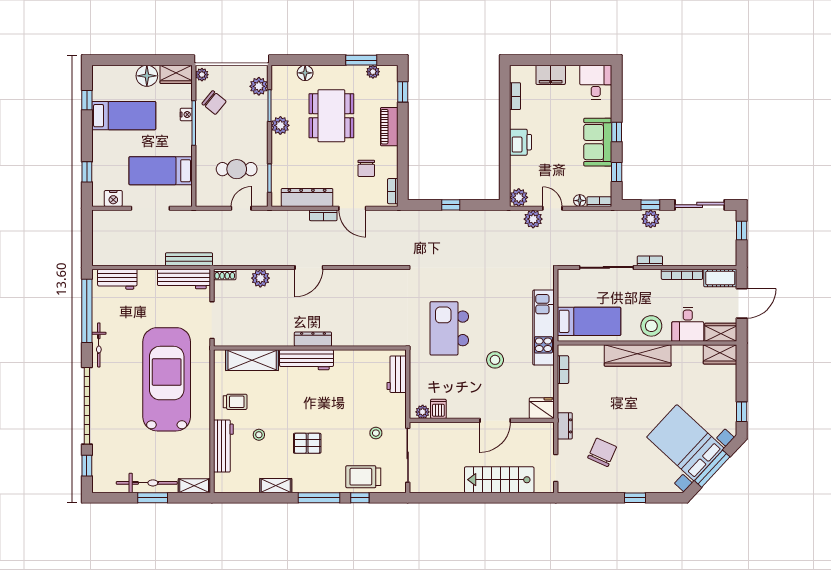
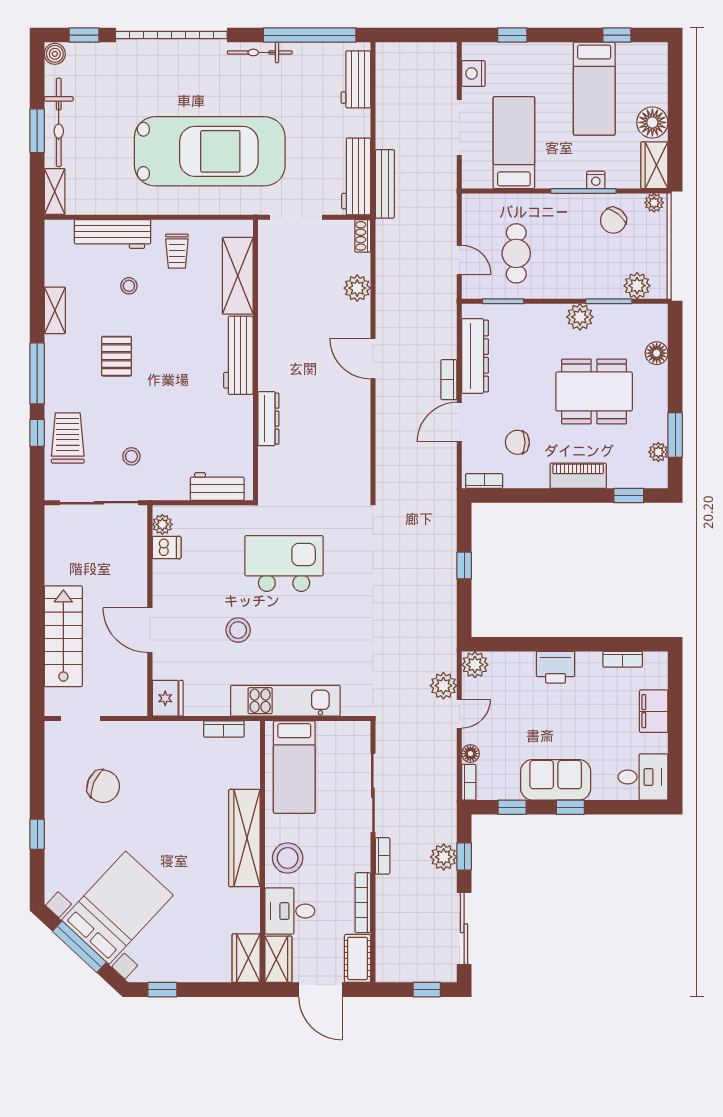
dresser: (313, 339) -> (268, 419), moved
dresser: (565, 426) -> (142, 732), removed
boiler: (100, 486) -> (55, 54), added

